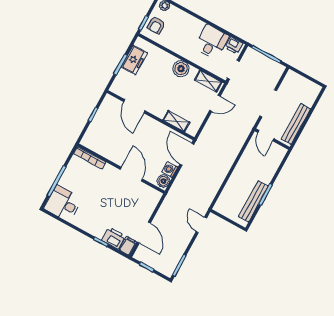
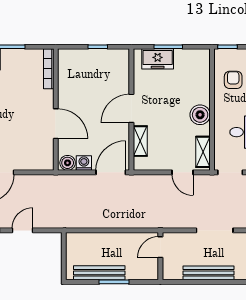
armchair: (156, 25) -> (233, 80), moved, turned 90
freezer: (134, 60) -> (158, 59), moved
door: (134, 106) -> (131, 108), moved
door: (266, 136) -> (160, 247), moved
wall: (272, 139) -> (160, 256), moved
door: (131, 174) -> (56, 124), hinge flipped
door: (201, 225) -> (22, 230), moved

